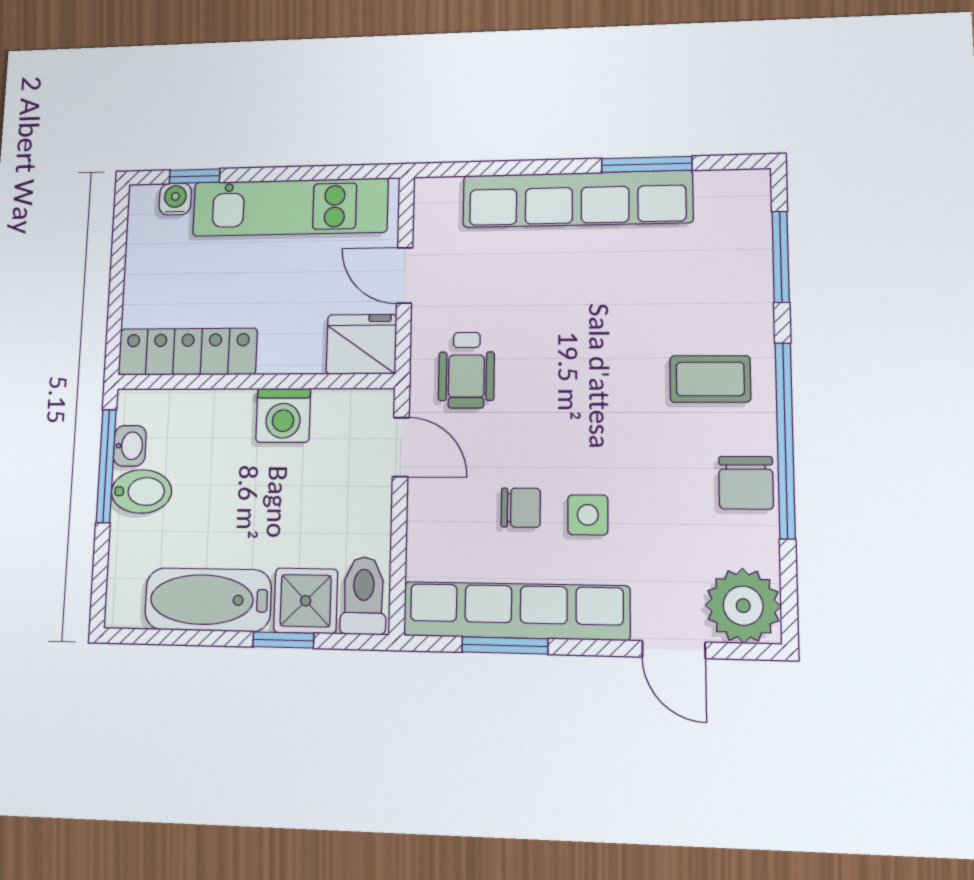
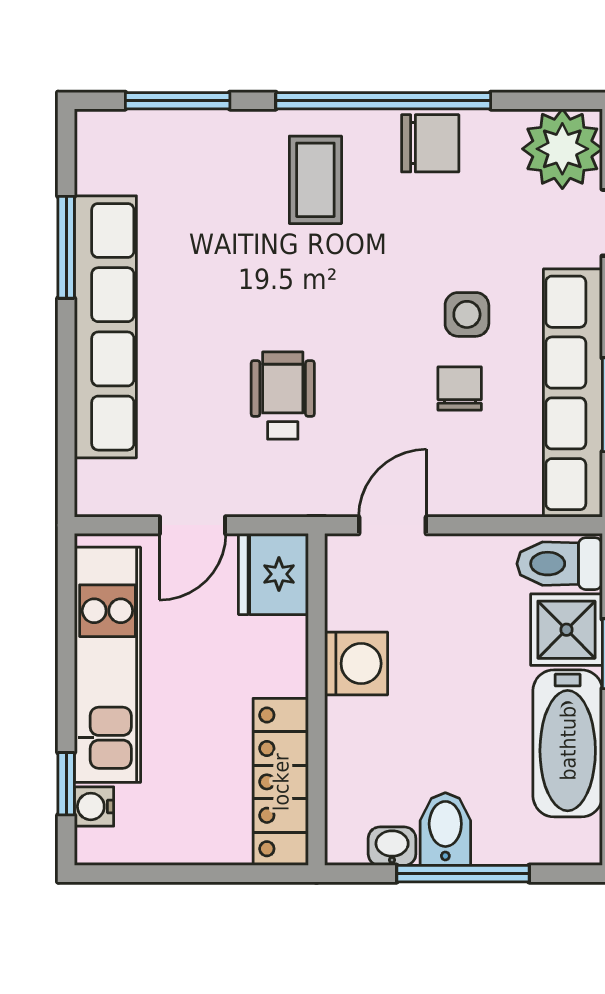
wheelchair: (466, 370) -> (283, 396), moved, turned -90
window: (106, 466) -> (463, 874), moved

